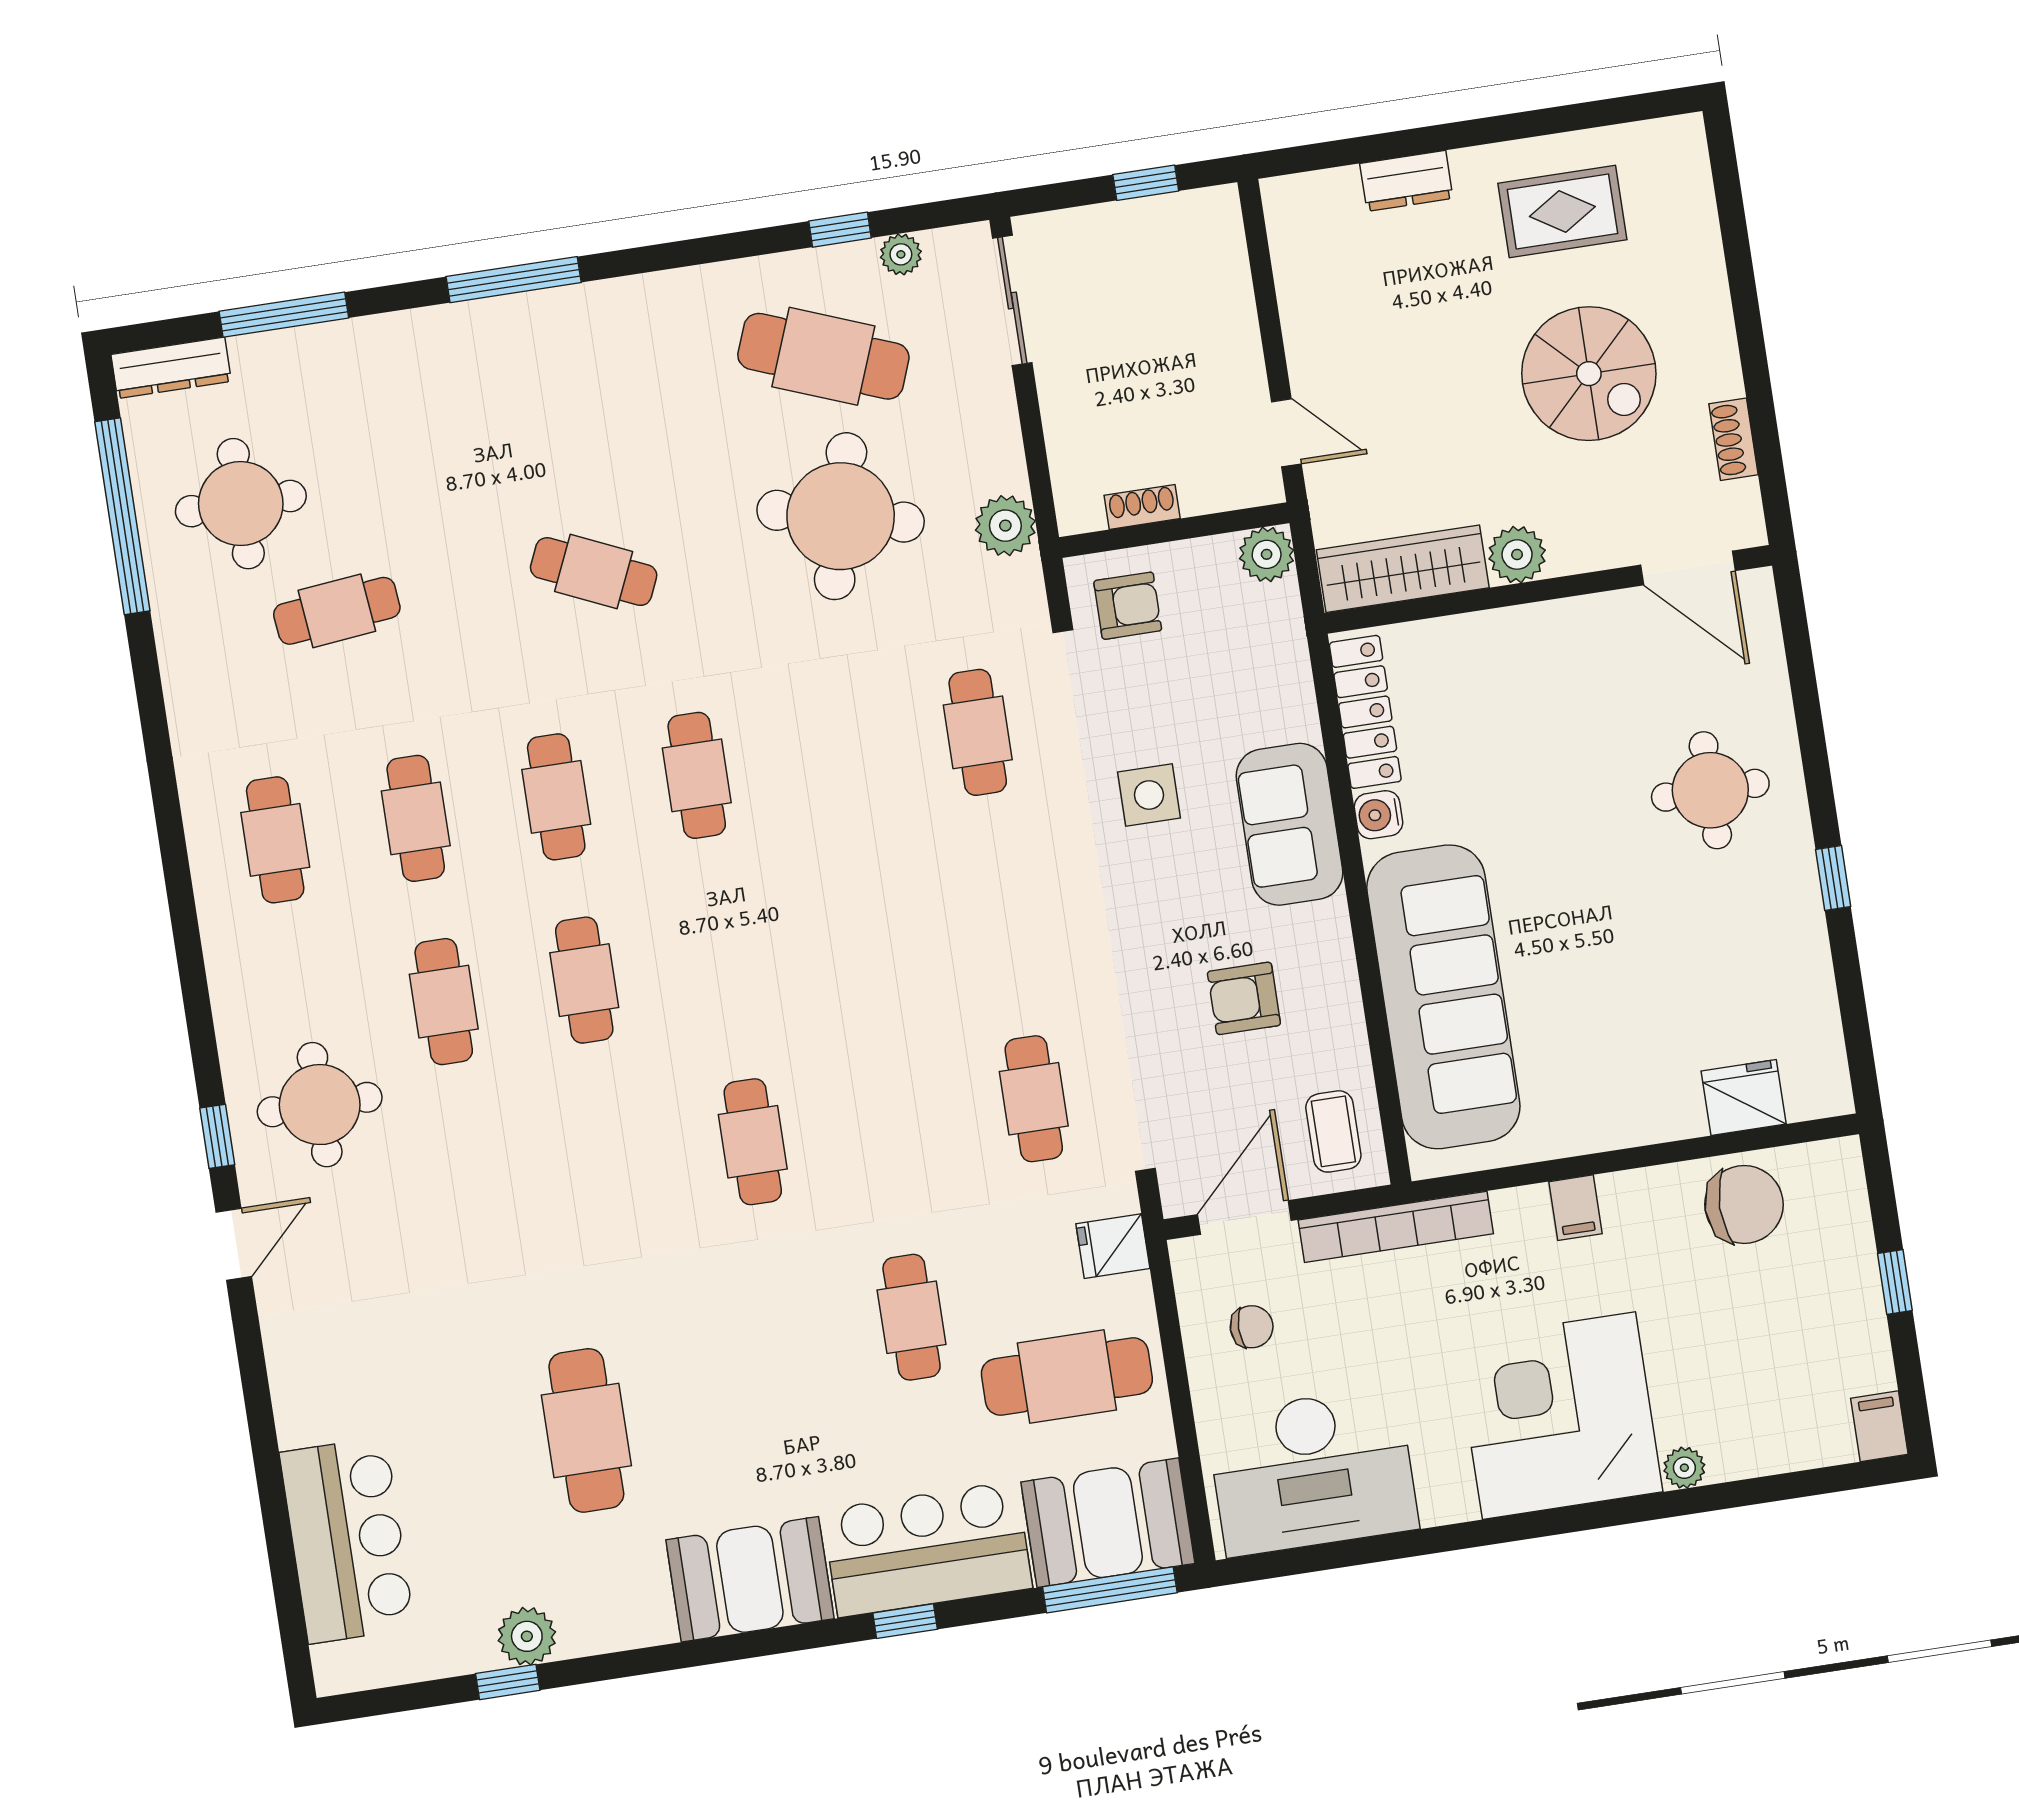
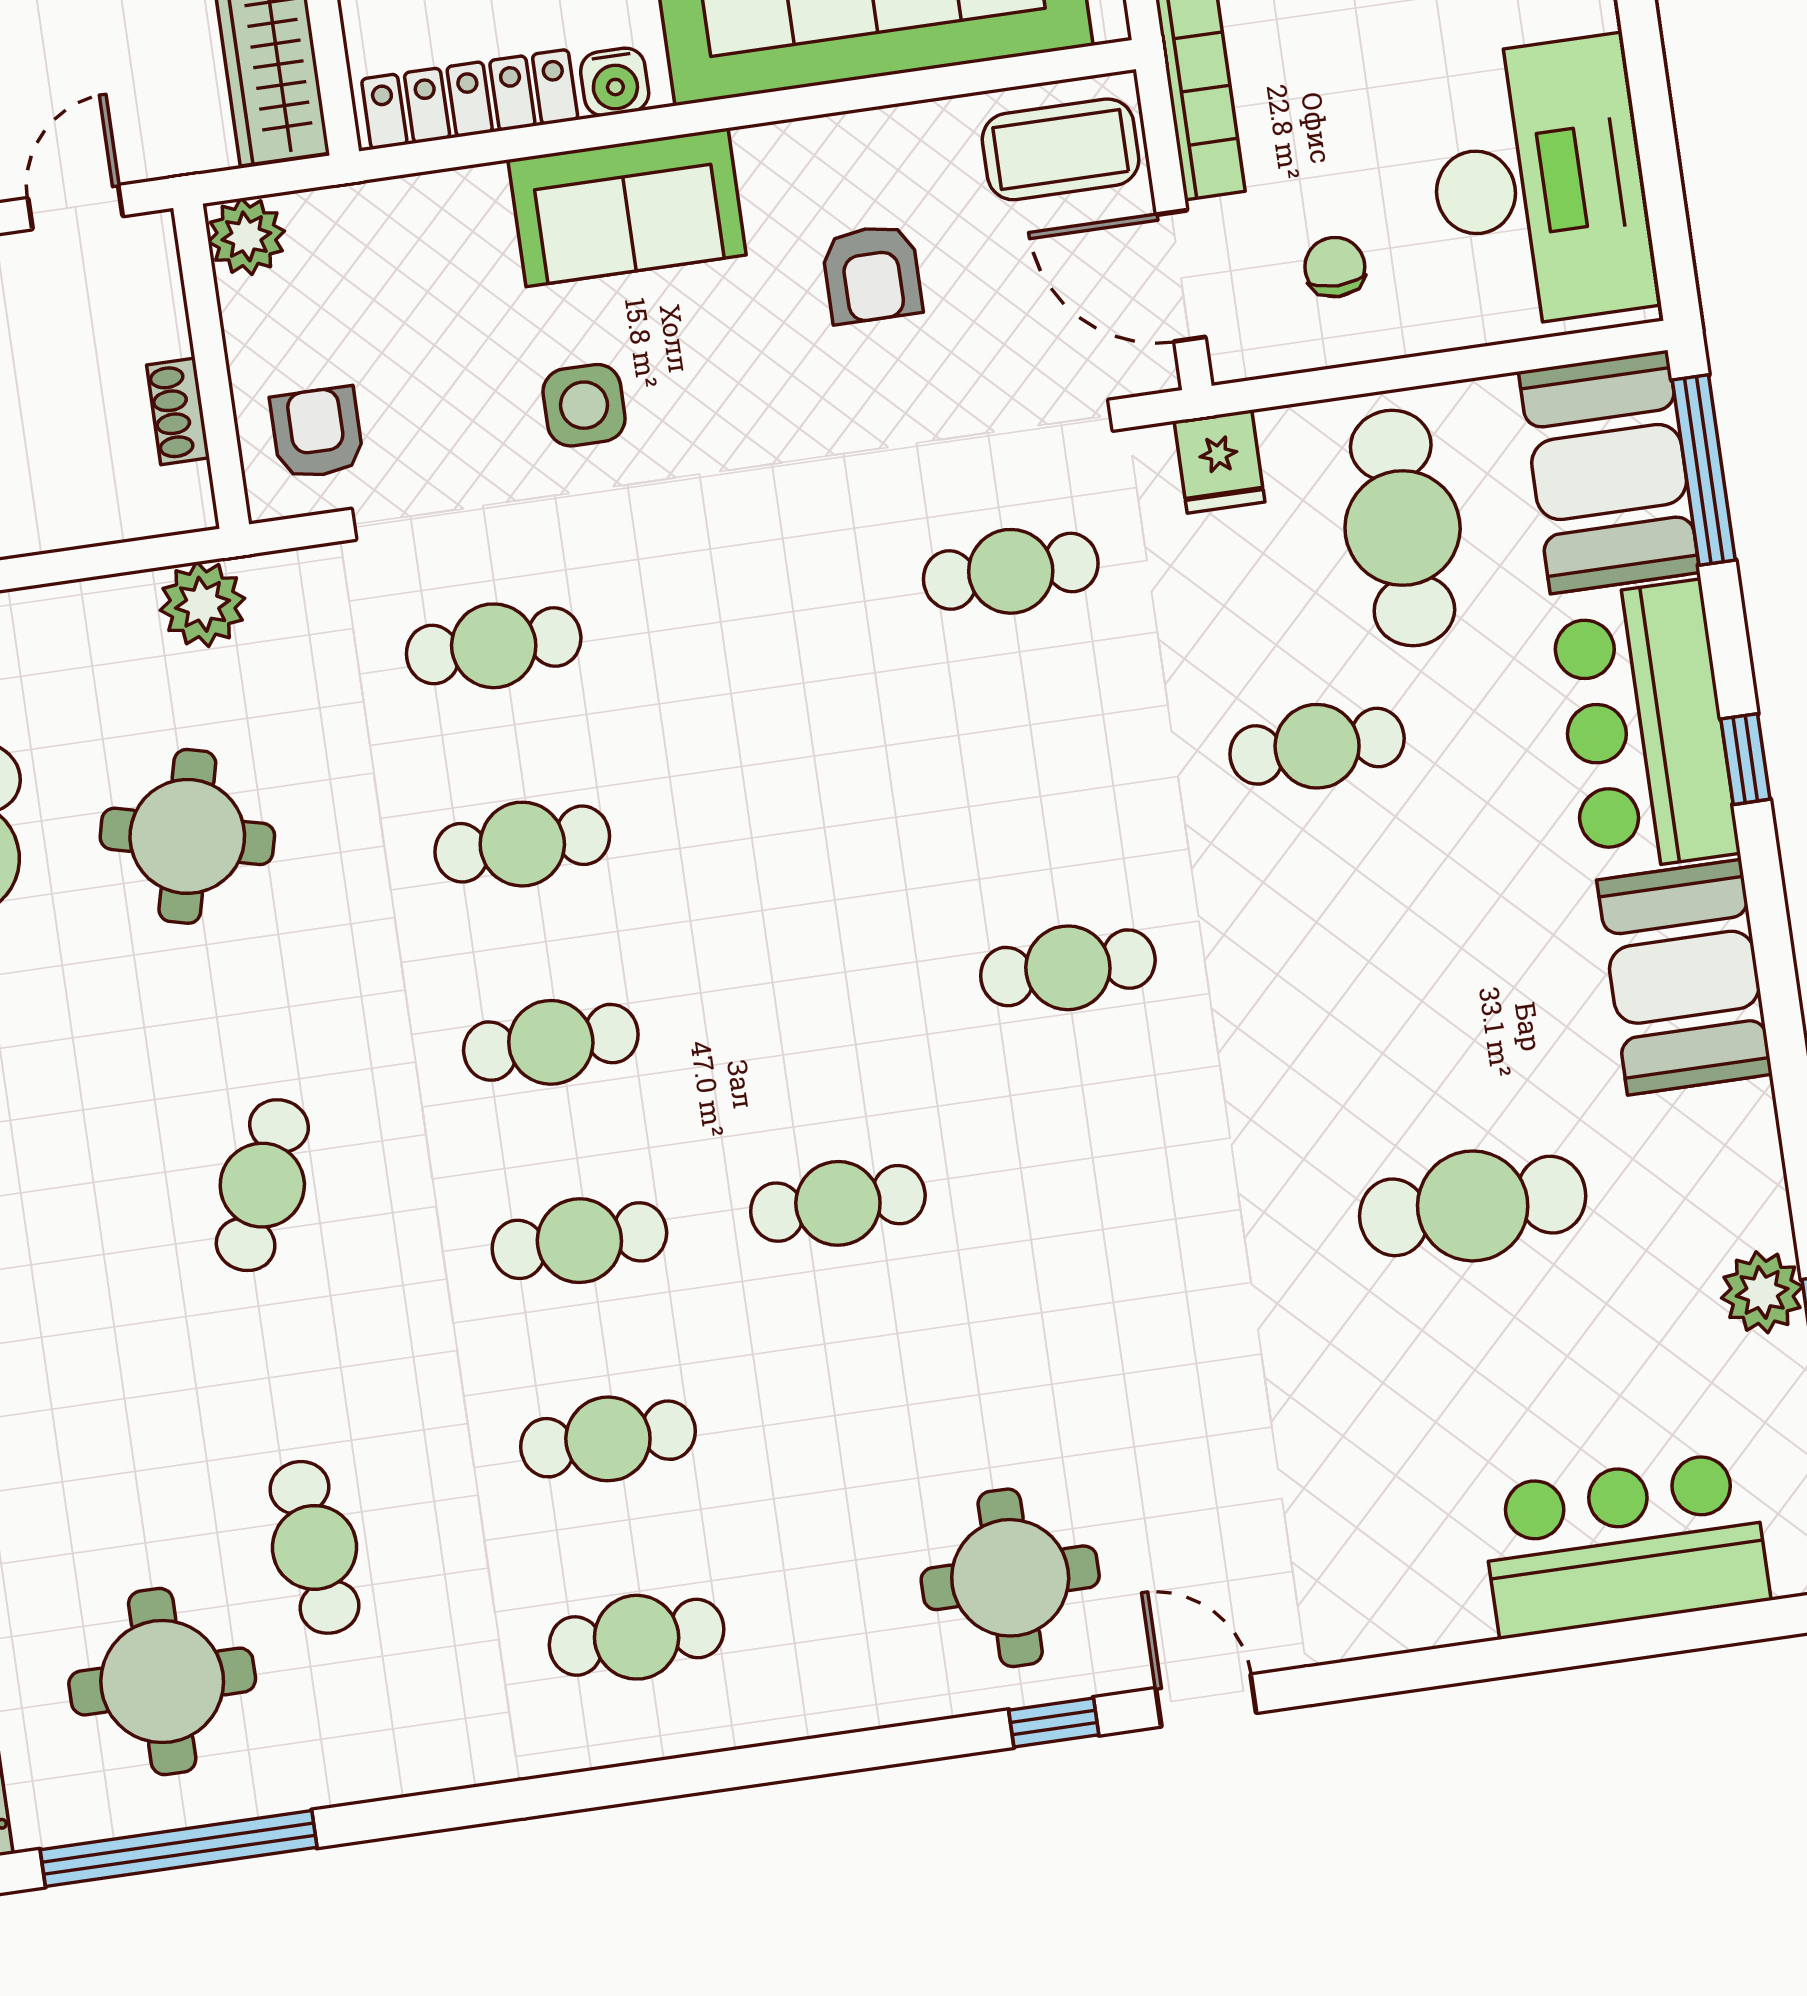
round table: (841, 516) -> (187, 836), width x0.73, depth x0.73
cafe table: (444, 1002) -> (522, 844), moved
coffee table: (1333, 1131) -> (1061, 149), width x1.36, depth x1.30

